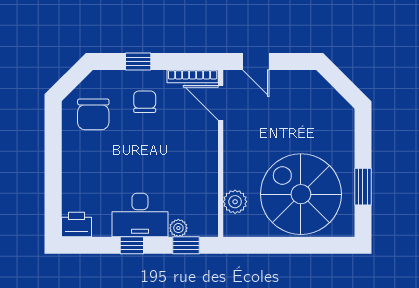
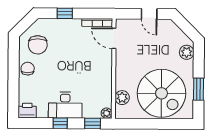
door: (256, 61) -> (149, 14), moved
chair: (145, 102) -> (28, 69), moved
plant: (343, 125) -> (187, 52), added
spiral stairs: (301, 194) -> (161, 93), turned 180
plant: (178, 228) -> (107, 113), moved

